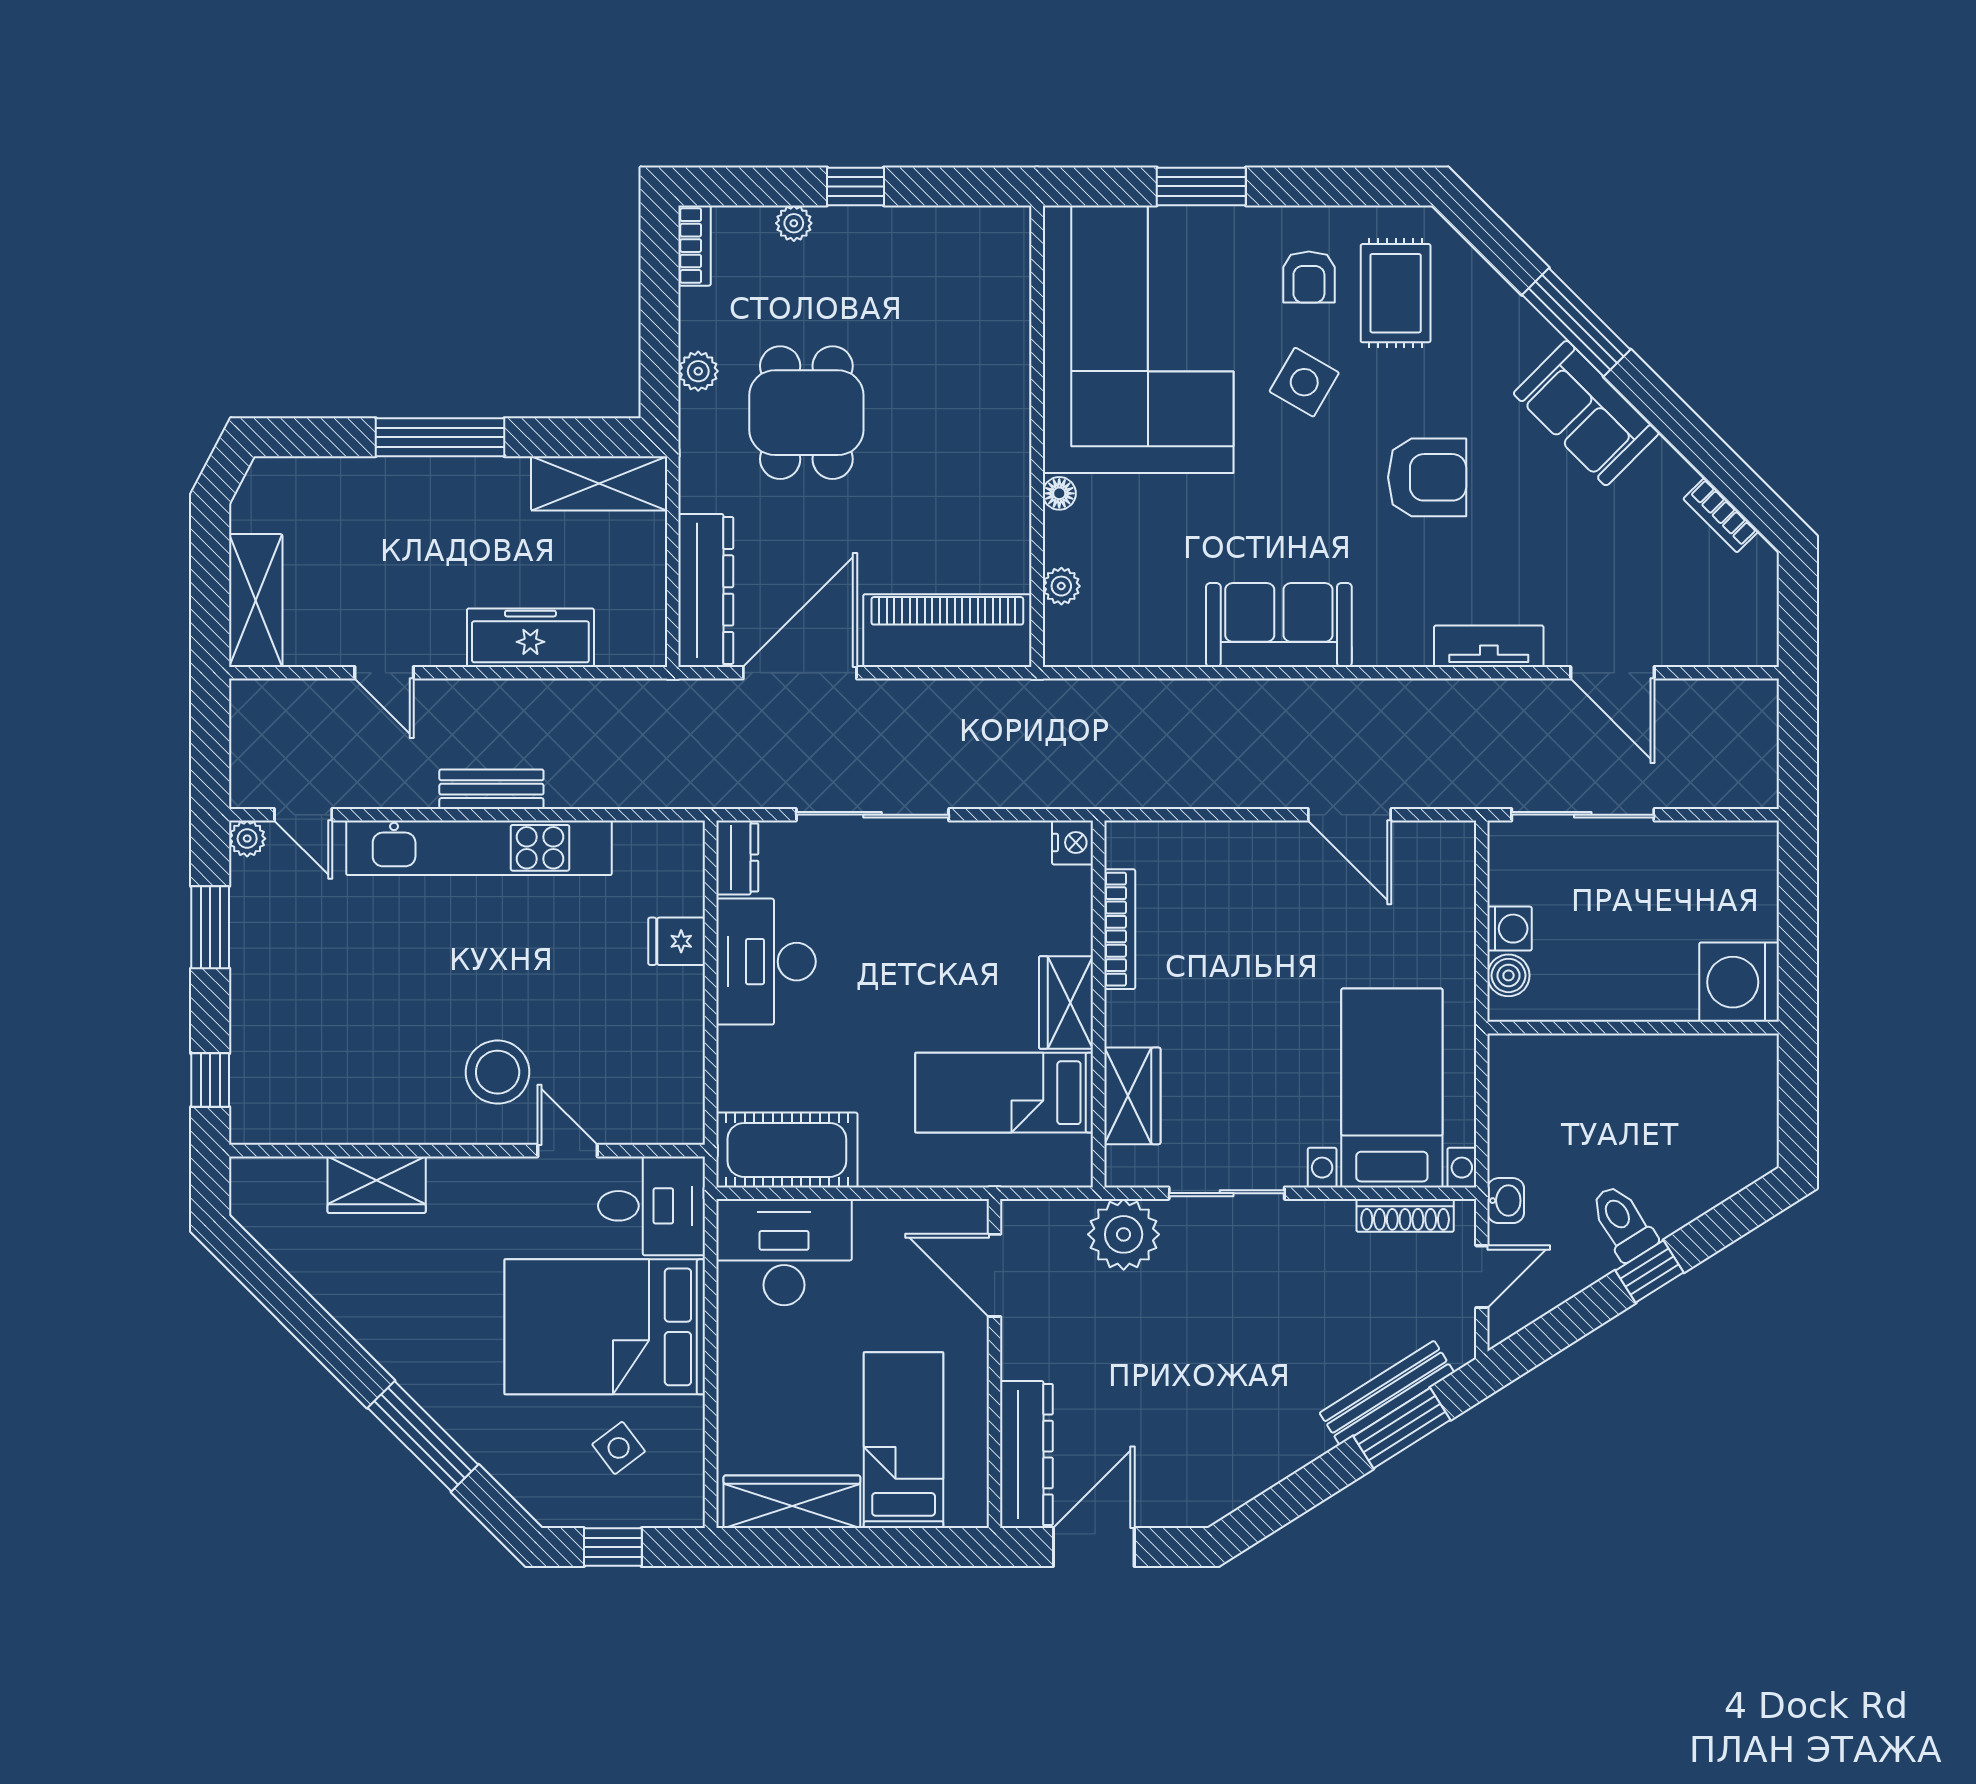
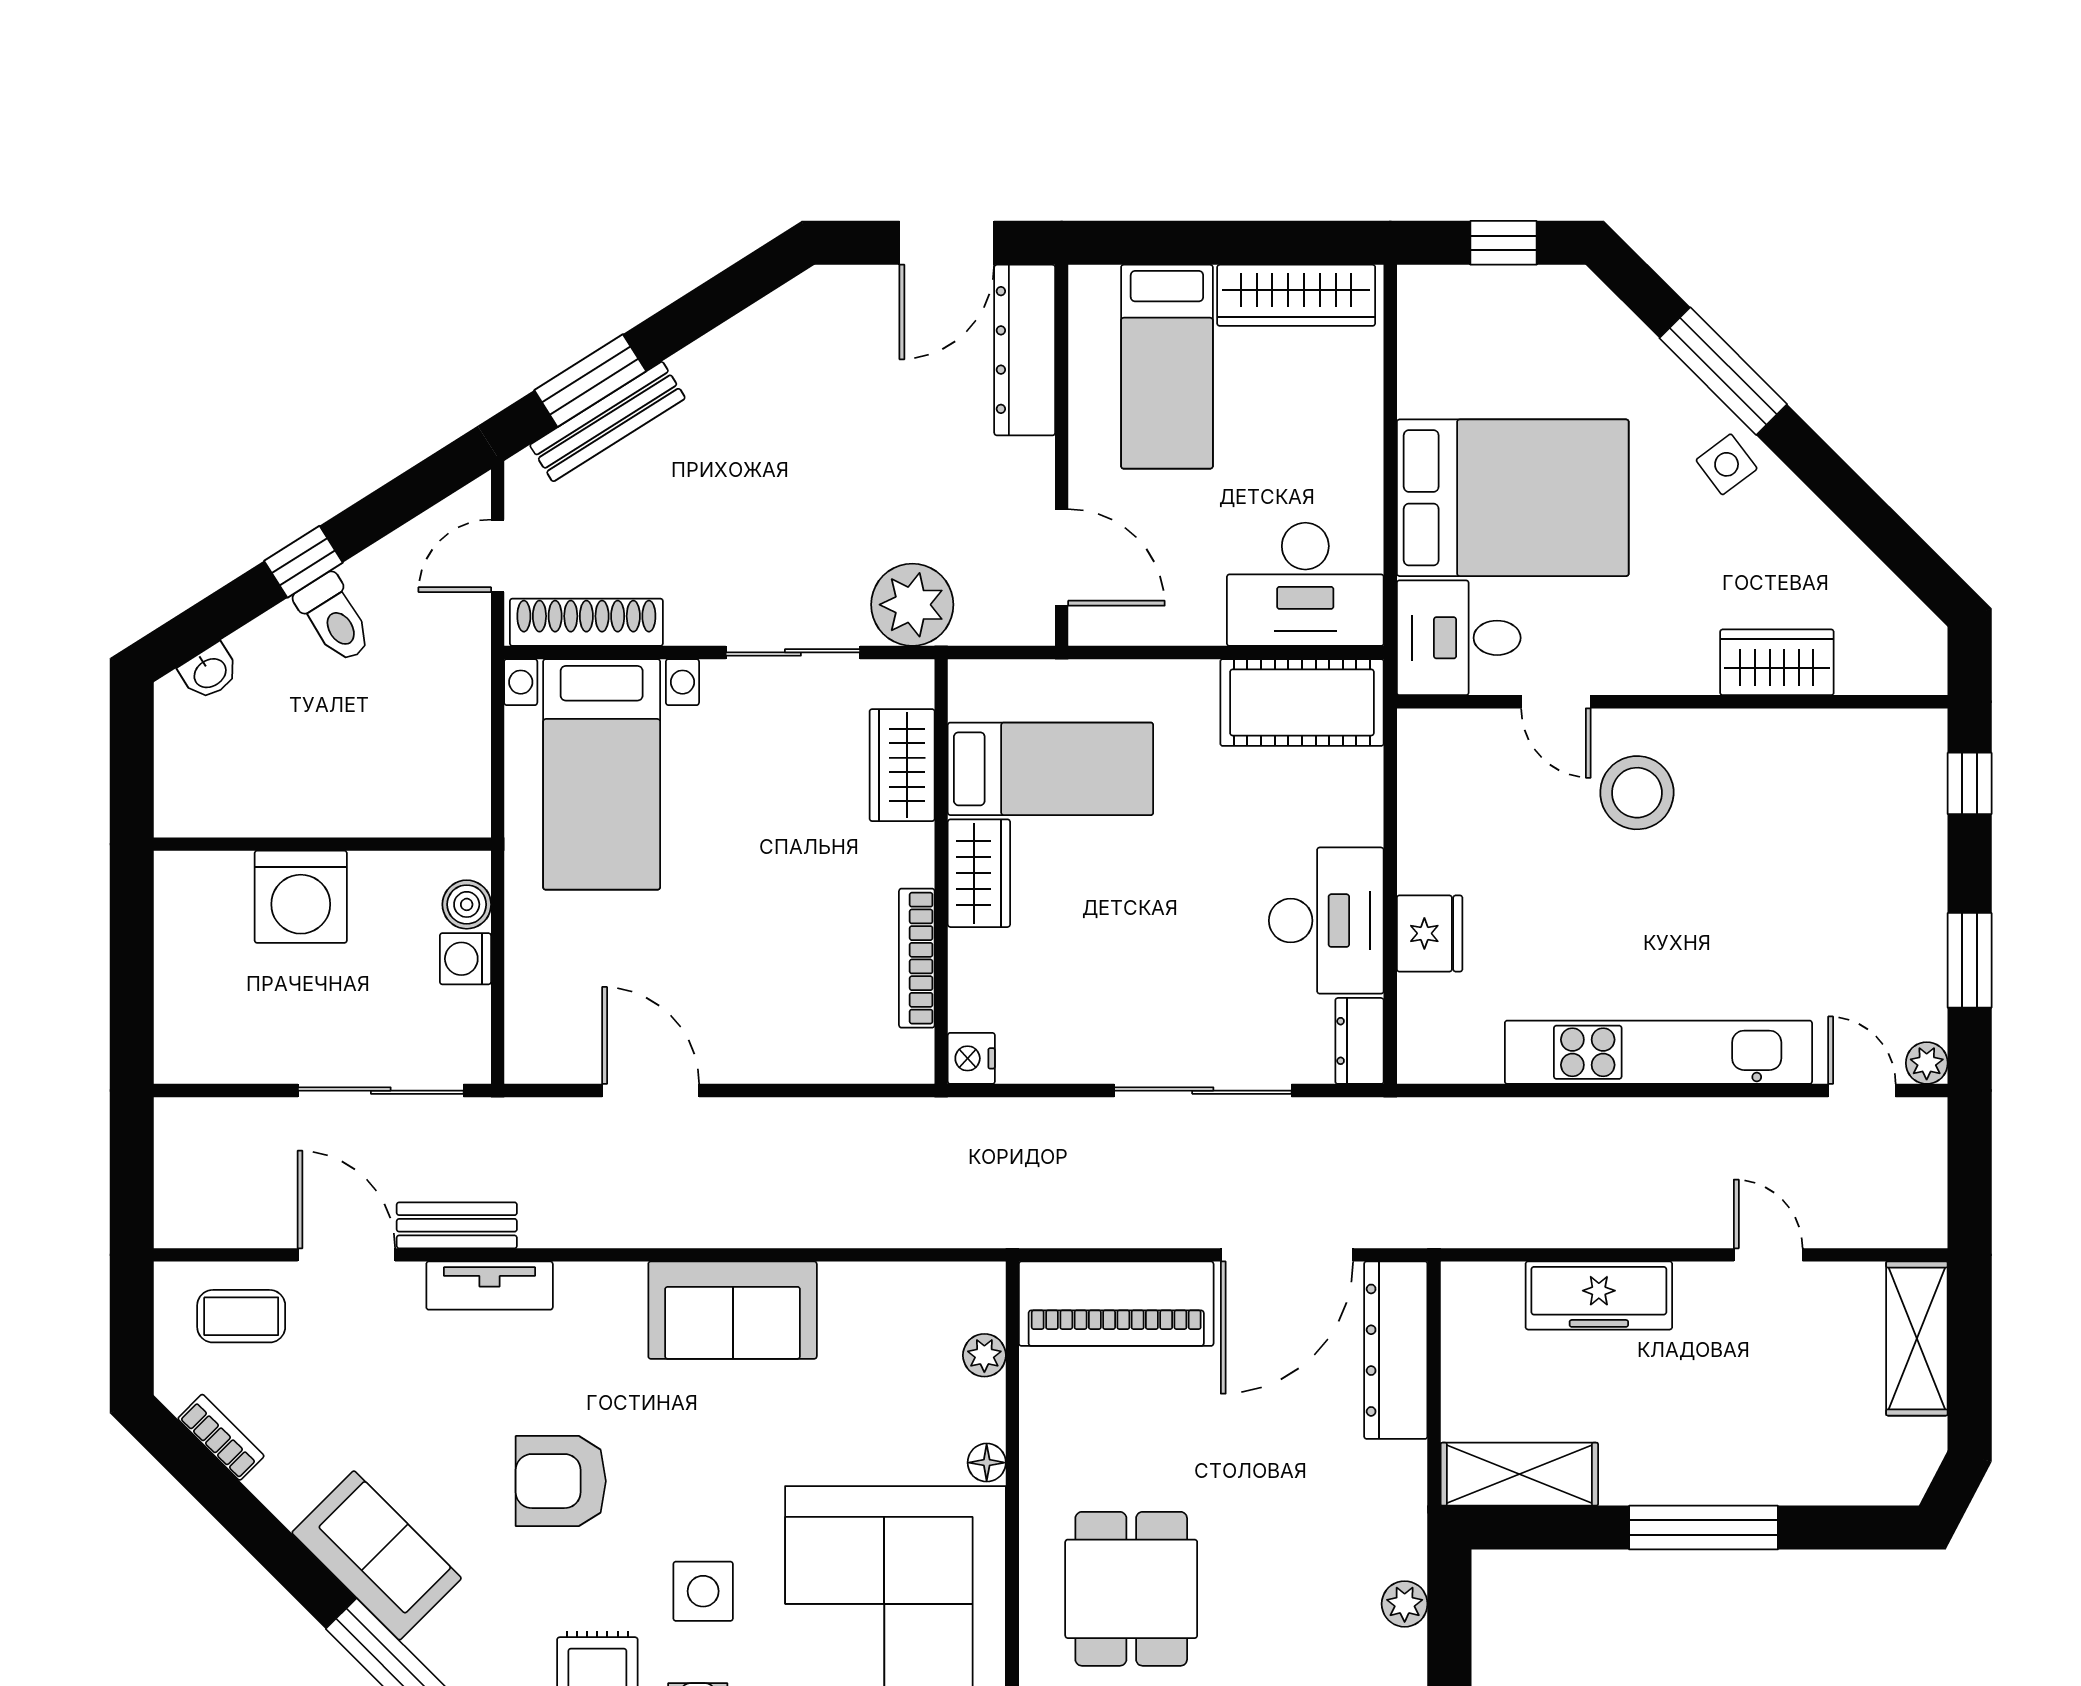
side table: (1304, 382) -> (703, 1591), turned -30
dining table: (806, 413) -> (1131, 1589), moved
coffee table: (1703, 620) -> (241, 1316), added
bench: (491, 789) -> (457, 1225), moved
fridge: (677, 941) -> (1430, 933), width x1.38
washing machine: (1739, 982) -> (301, 897), moved, turned 90
washbasin: (1506, 1201) -> (209, 672), moved, turned -122
shoe rack: (1405, 1215) -> (586, 622), width x1.36, depth x1.24
side table: (619, 1448) -> (1727, 464), moved

